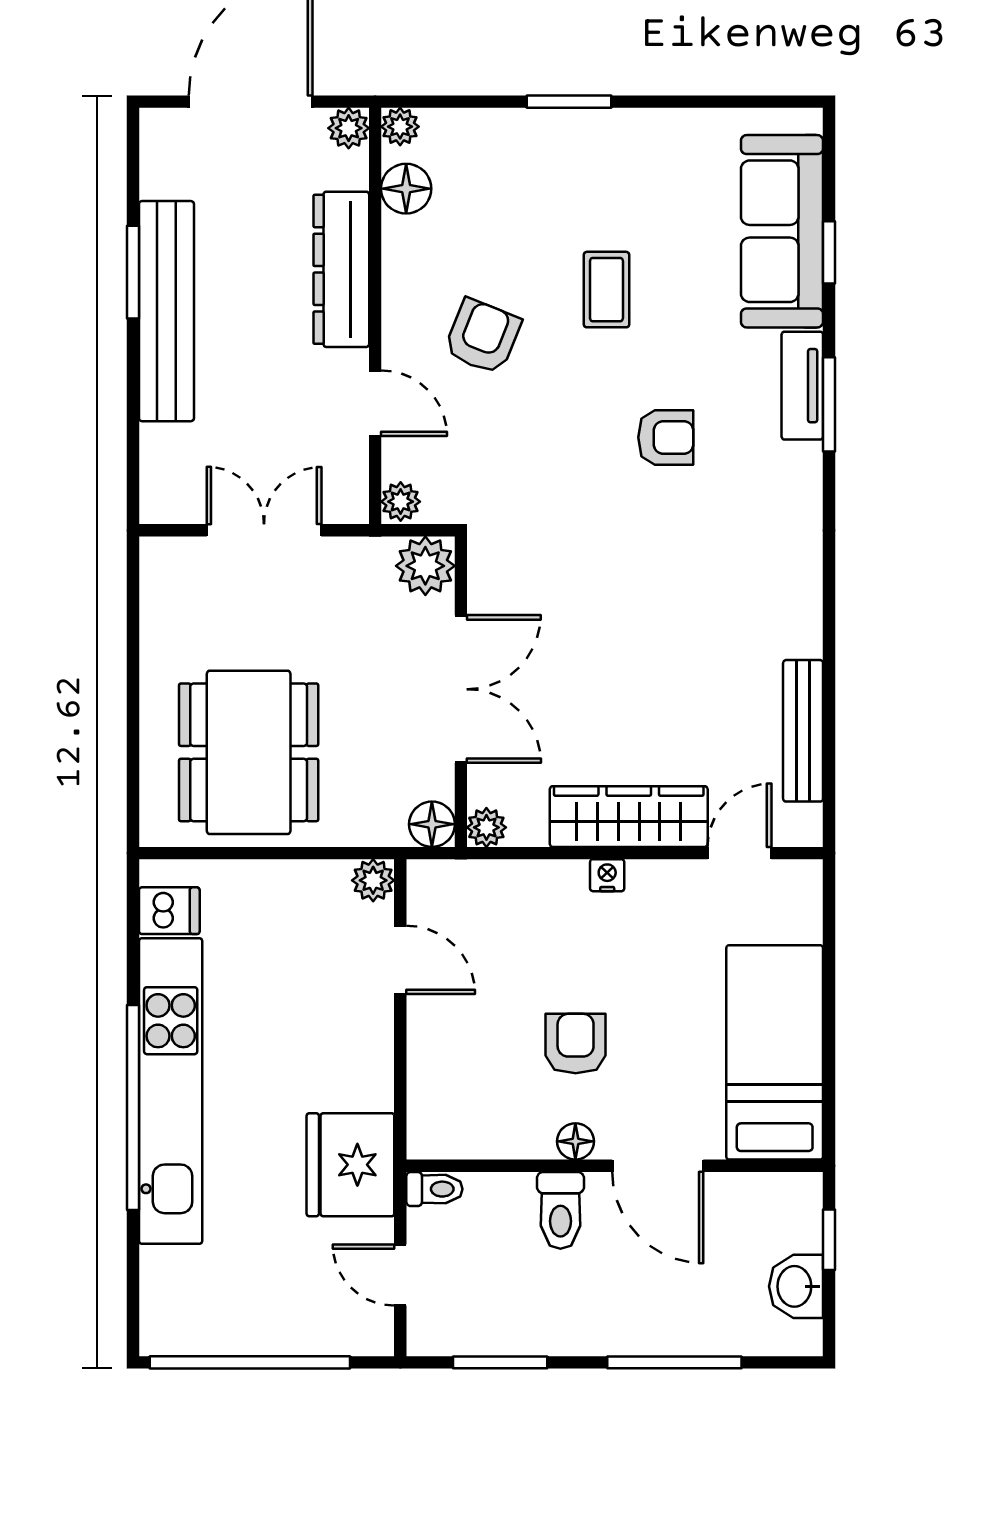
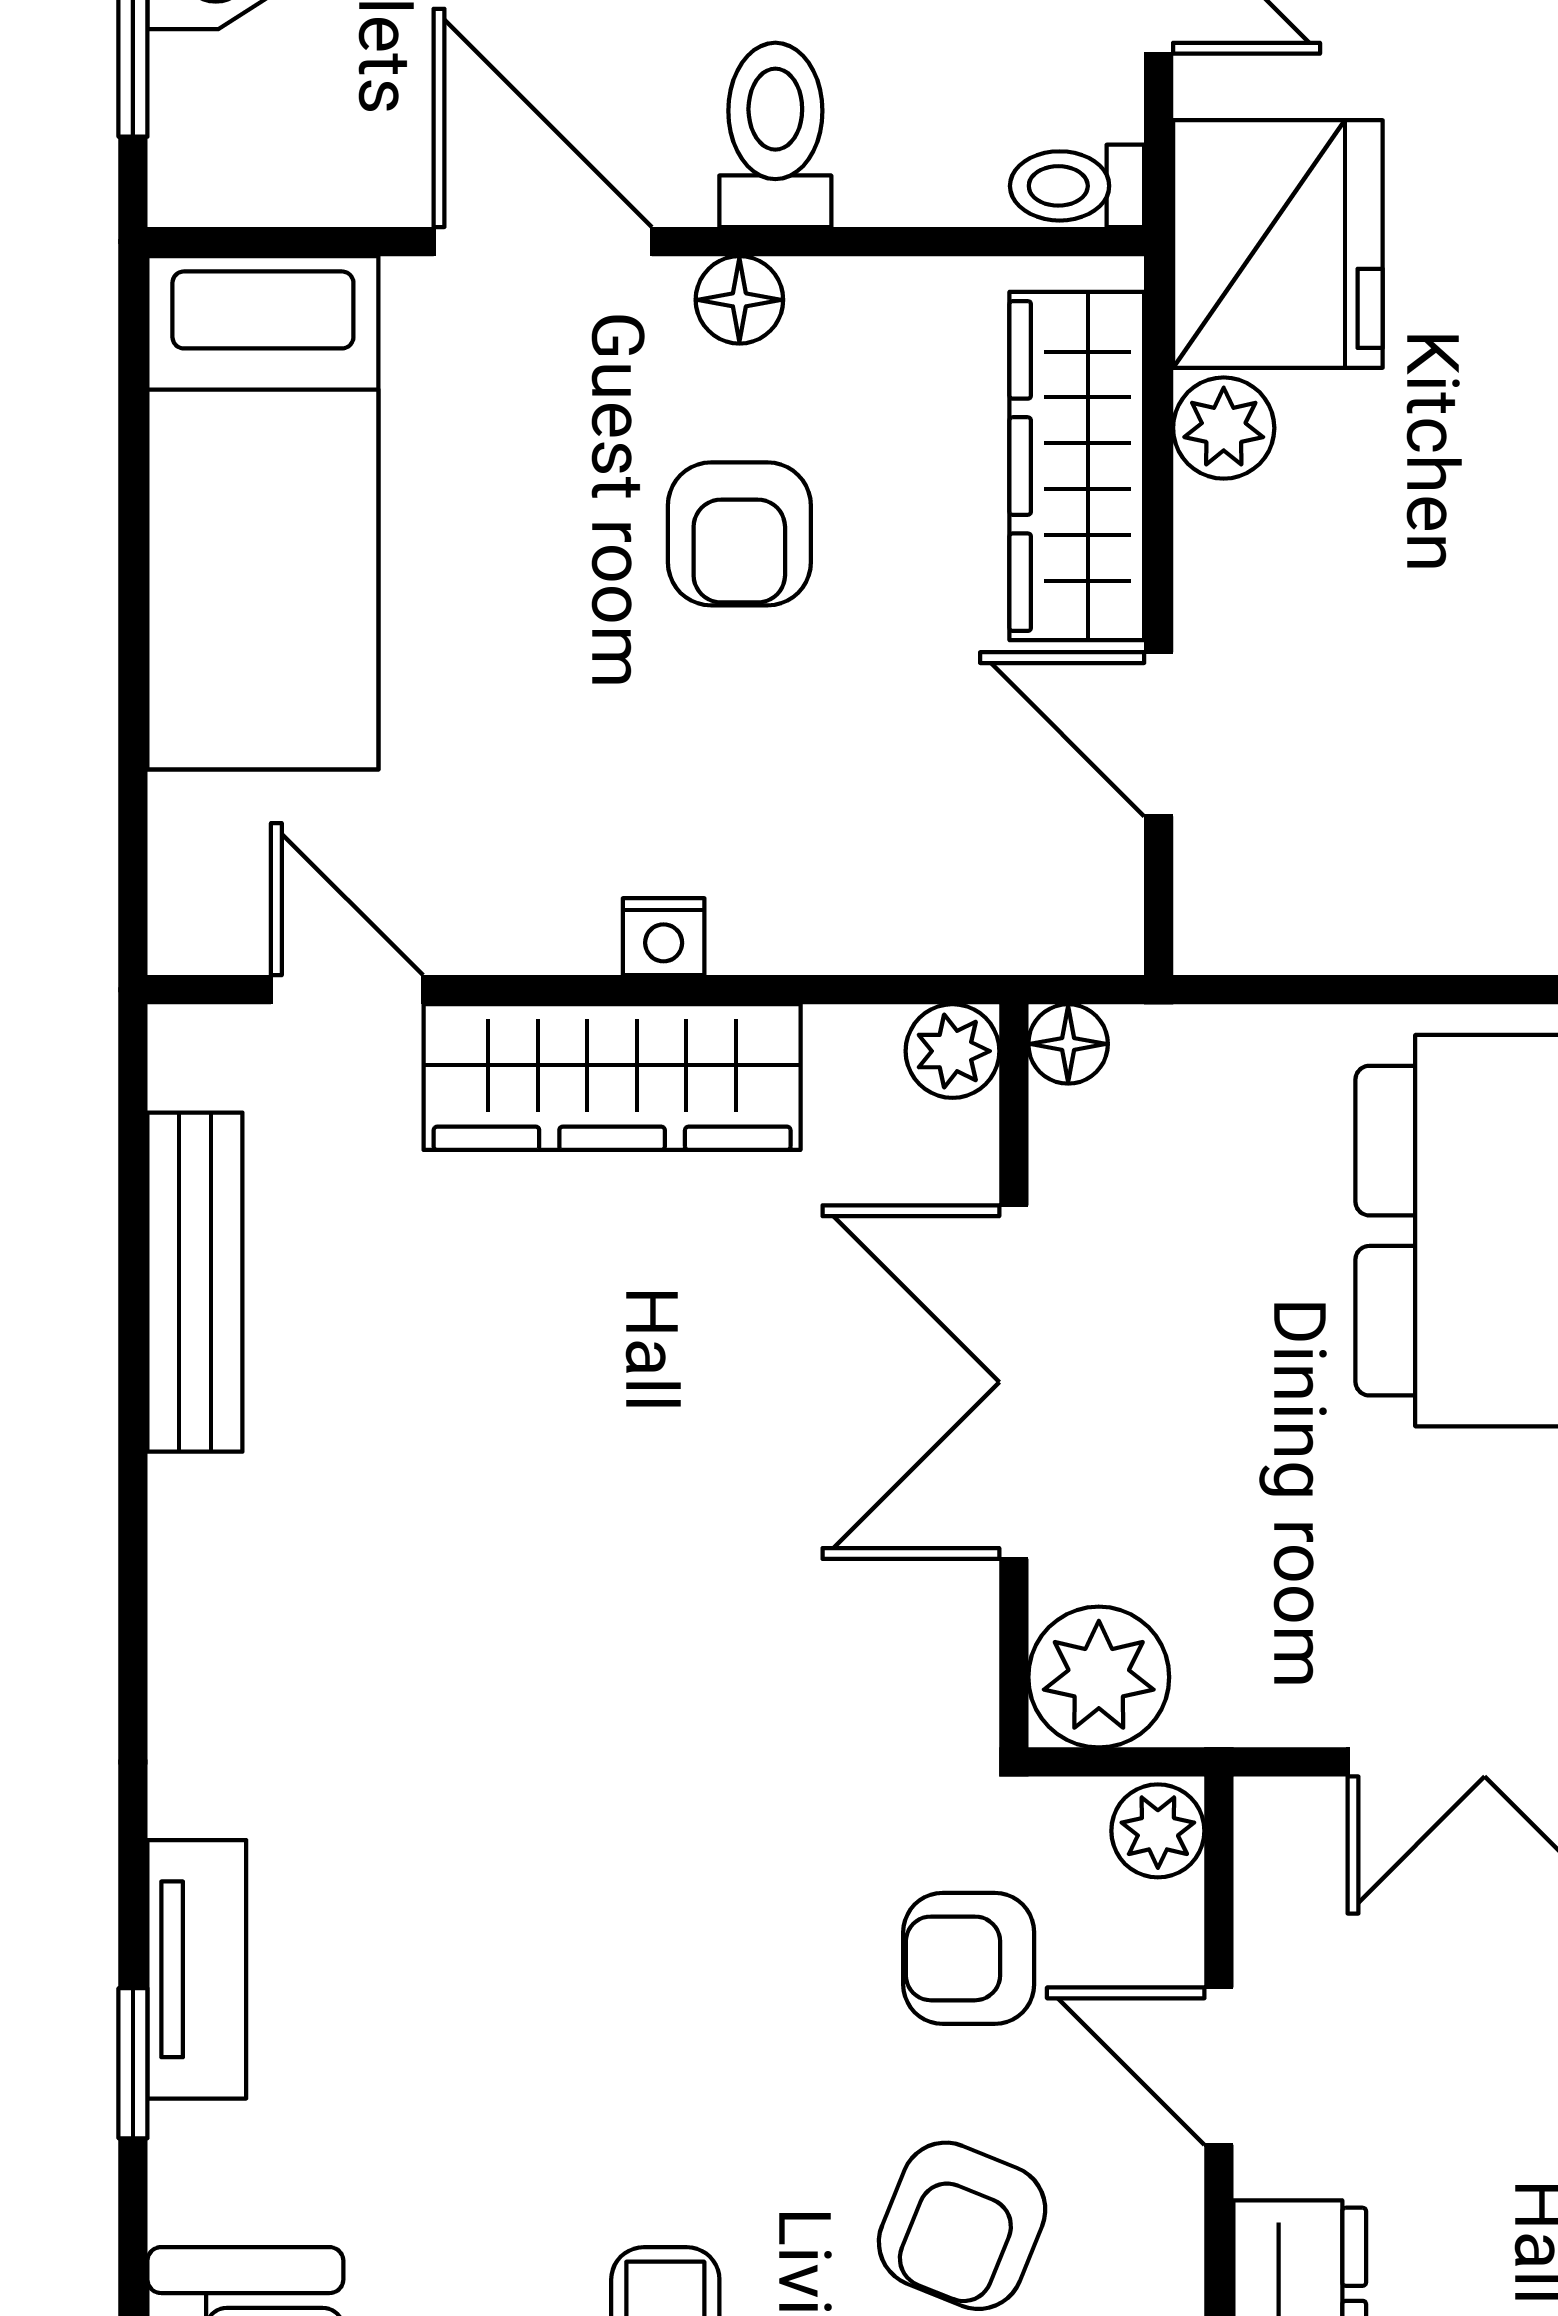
tv unit: (802, 386) -> (197, 1969), moved
window: (829, 404) -> (133, 2063), width x0.67
armchair: (666, 437) -> (969, 1958), moved
floor lamp: (432, 824) -> (1068, 1044), width x0.73, depth x0.73
door: (740, 853) -> (347, 990), swing flipped
plant: (373, 880) -> (1224, 428), moved
wardrobe: (435, 1072) -> (1077, 466), added

